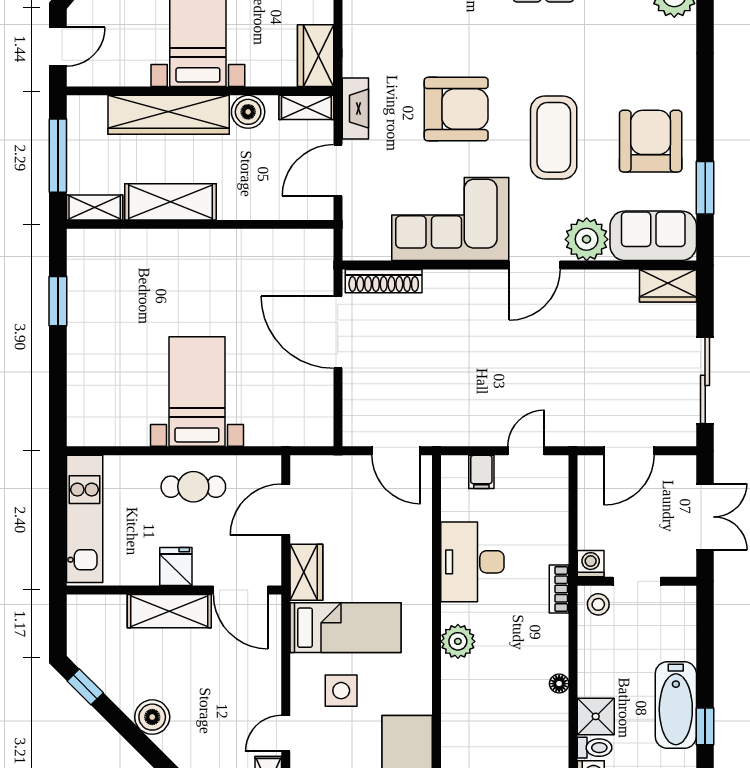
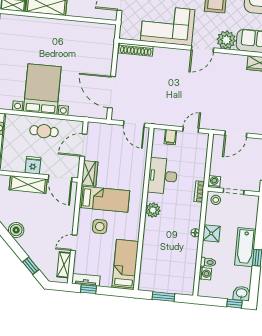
door: (338, 332) -> (112, 92), moved
bed with nightstands: (197, 392) -> (42, 89), width x1.36
shower: (596, 716) -> (211, 233), moved

